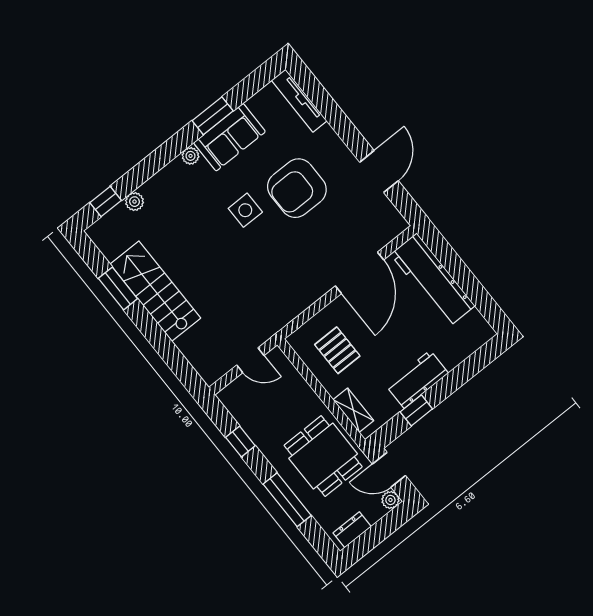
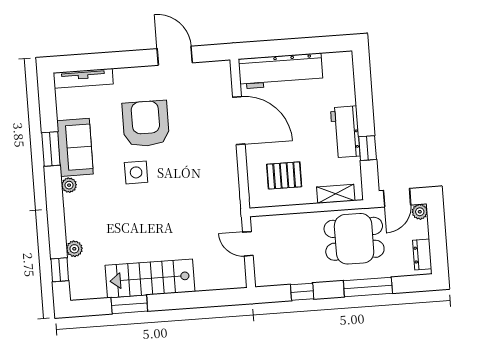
armchair: (297, 188) -> (146, 124), turned 180
door: (250, 360) -> (248, 244), swing flipped

